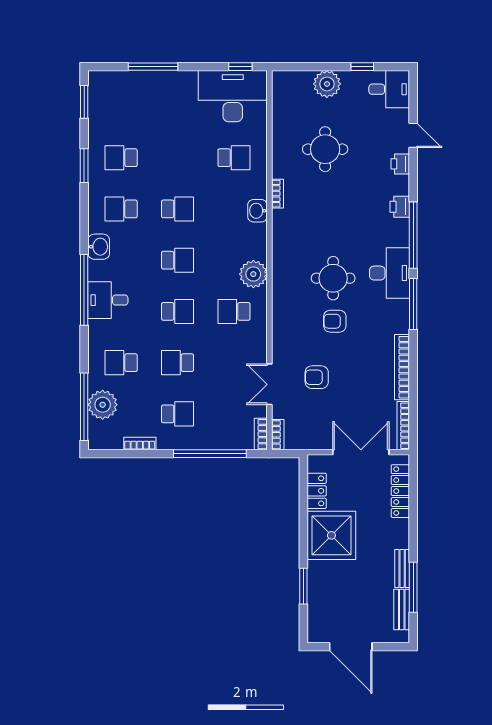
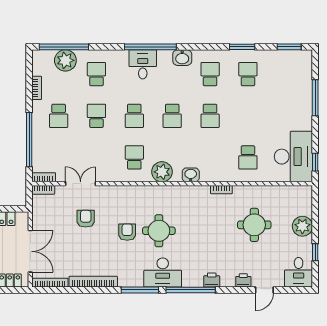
washbasin: (257, 211) -> (191, 175), moved

